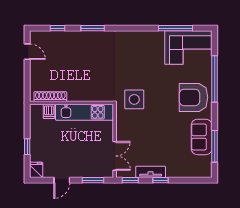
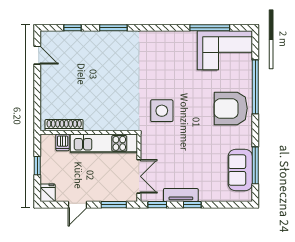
shoe rack: (50, 97) -> (64, 125), moved
wall: (71, 103) -> (89, 132), moved
dishwasher: (49, 111) -> (63, 142), moved
kitchen unit: (84, 112) -> (104, 143), moved
sofa: (202, 137) -> (240, 170), moved

